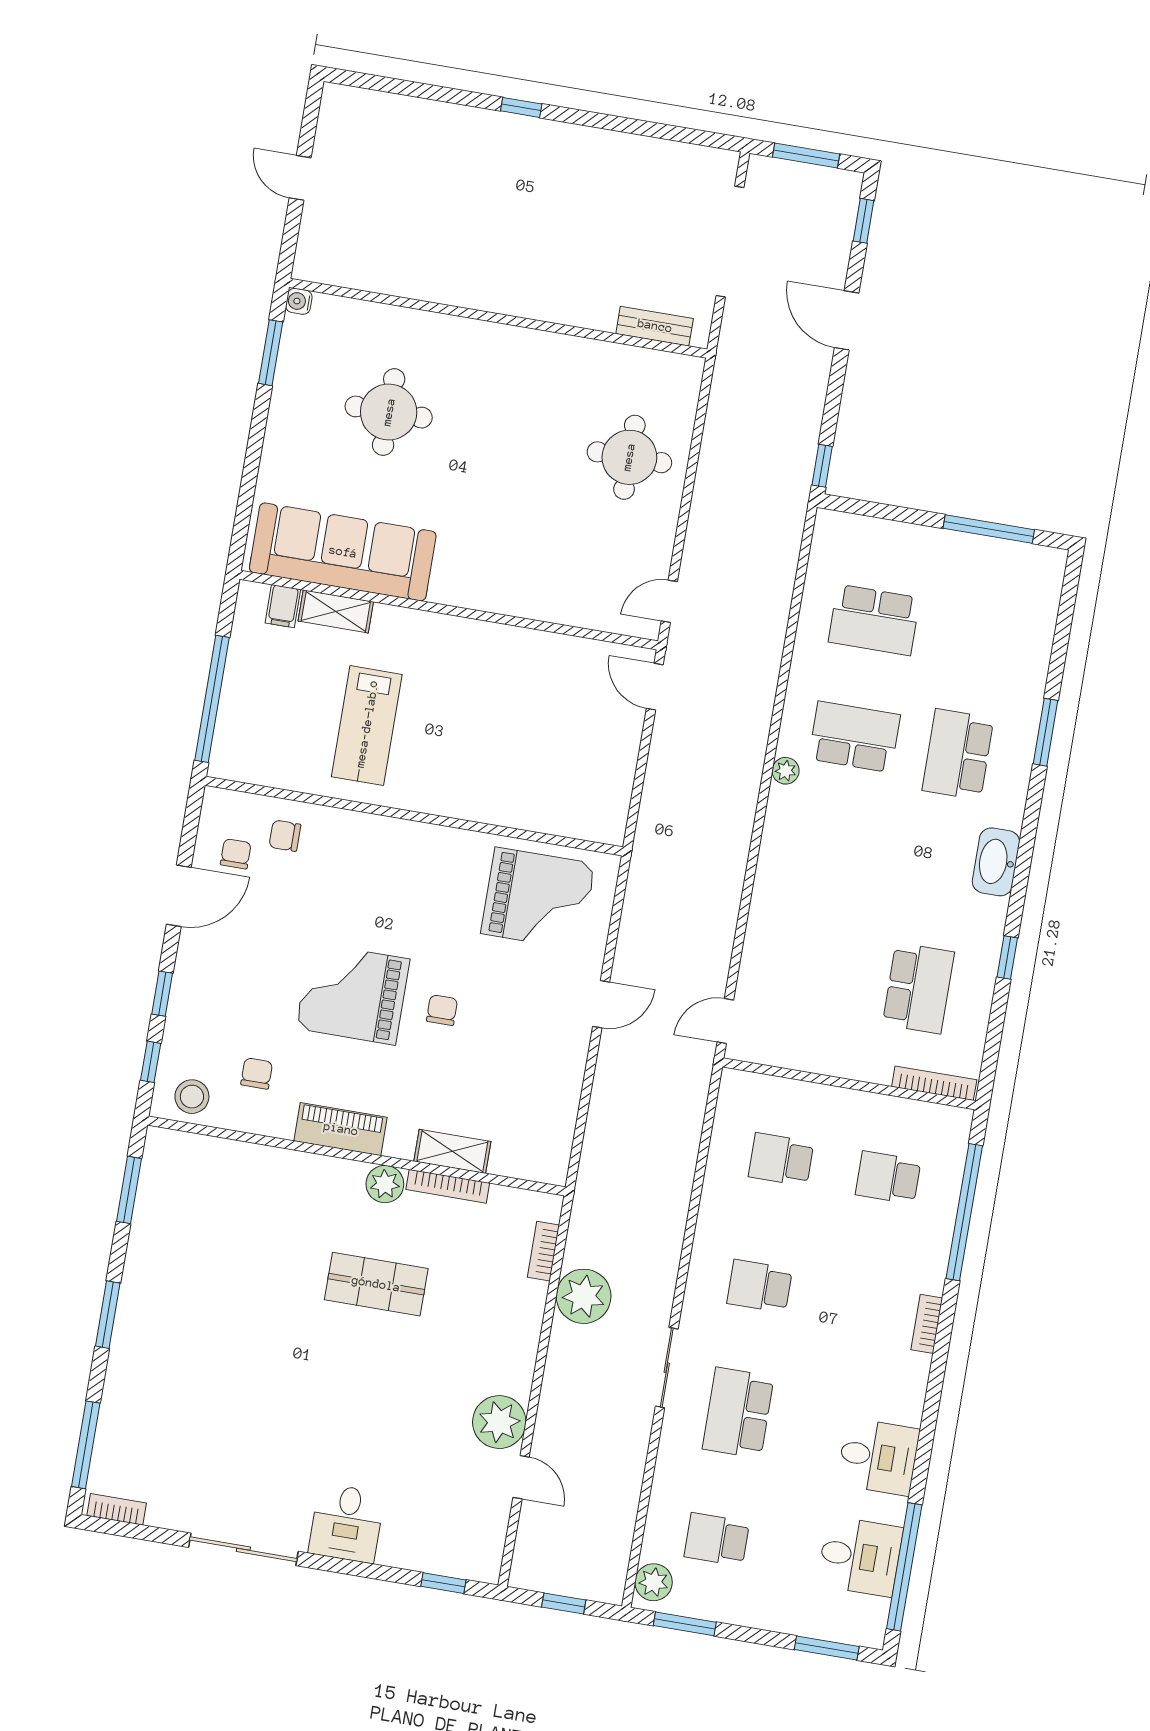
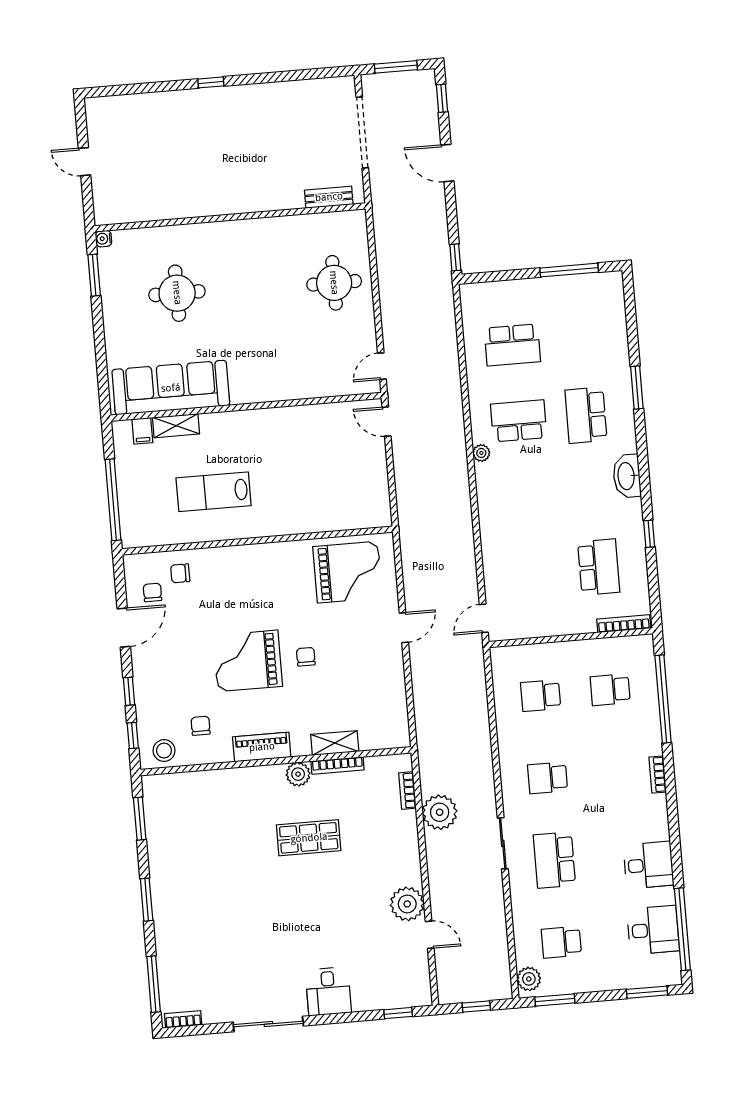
lab bench: (367, 726) -> (214, 492), turned 90

